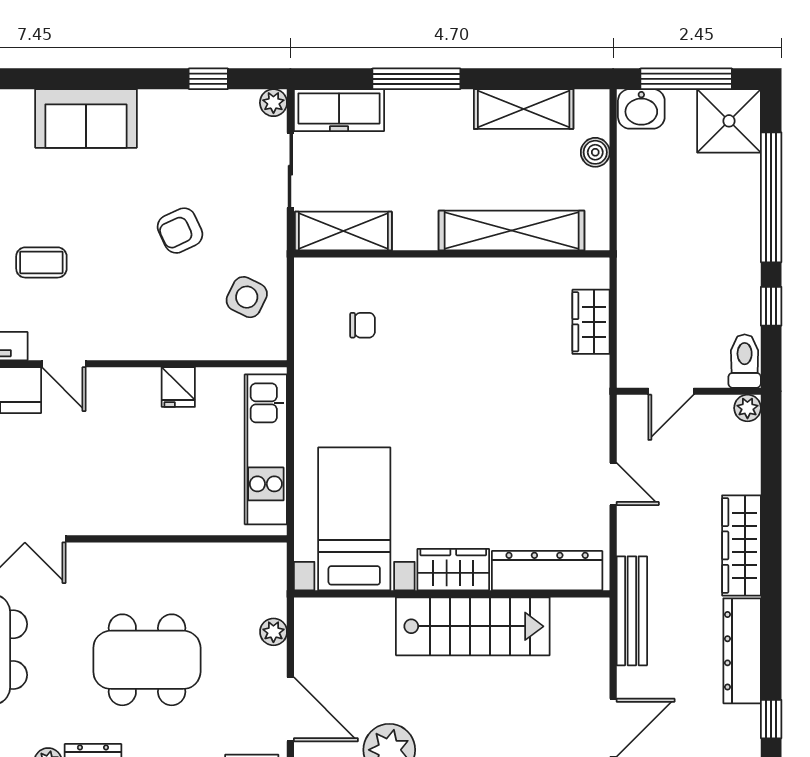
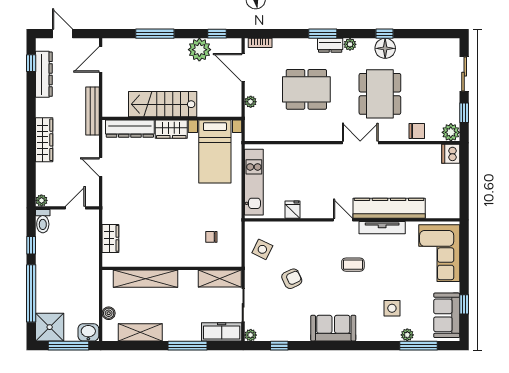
dresser: (742, 651) -> (44, 74), moved

